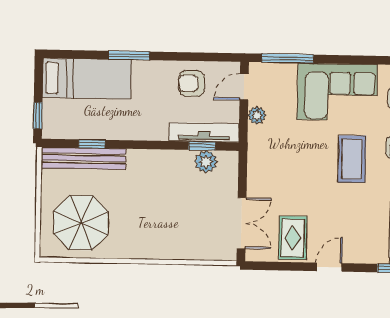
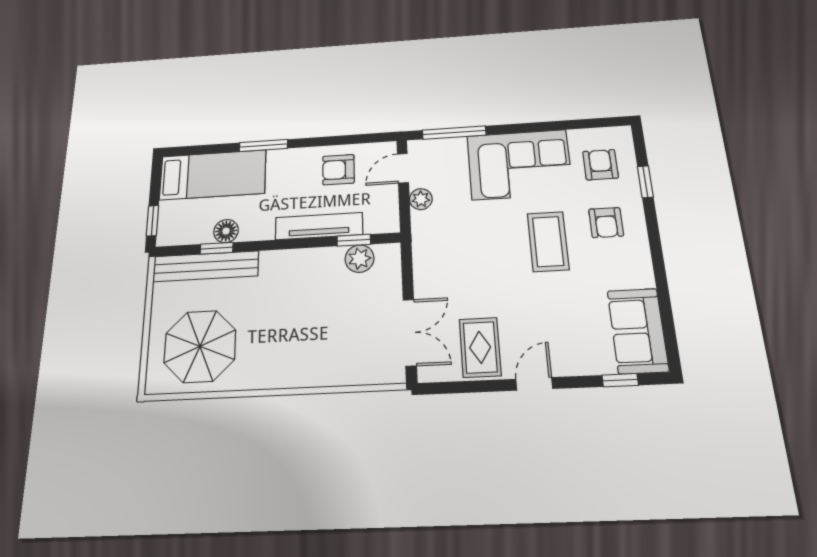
floor lamp: (99, 130) -> (226, 231), added
tv unit: (204, 132) -> (319, 226), moved

